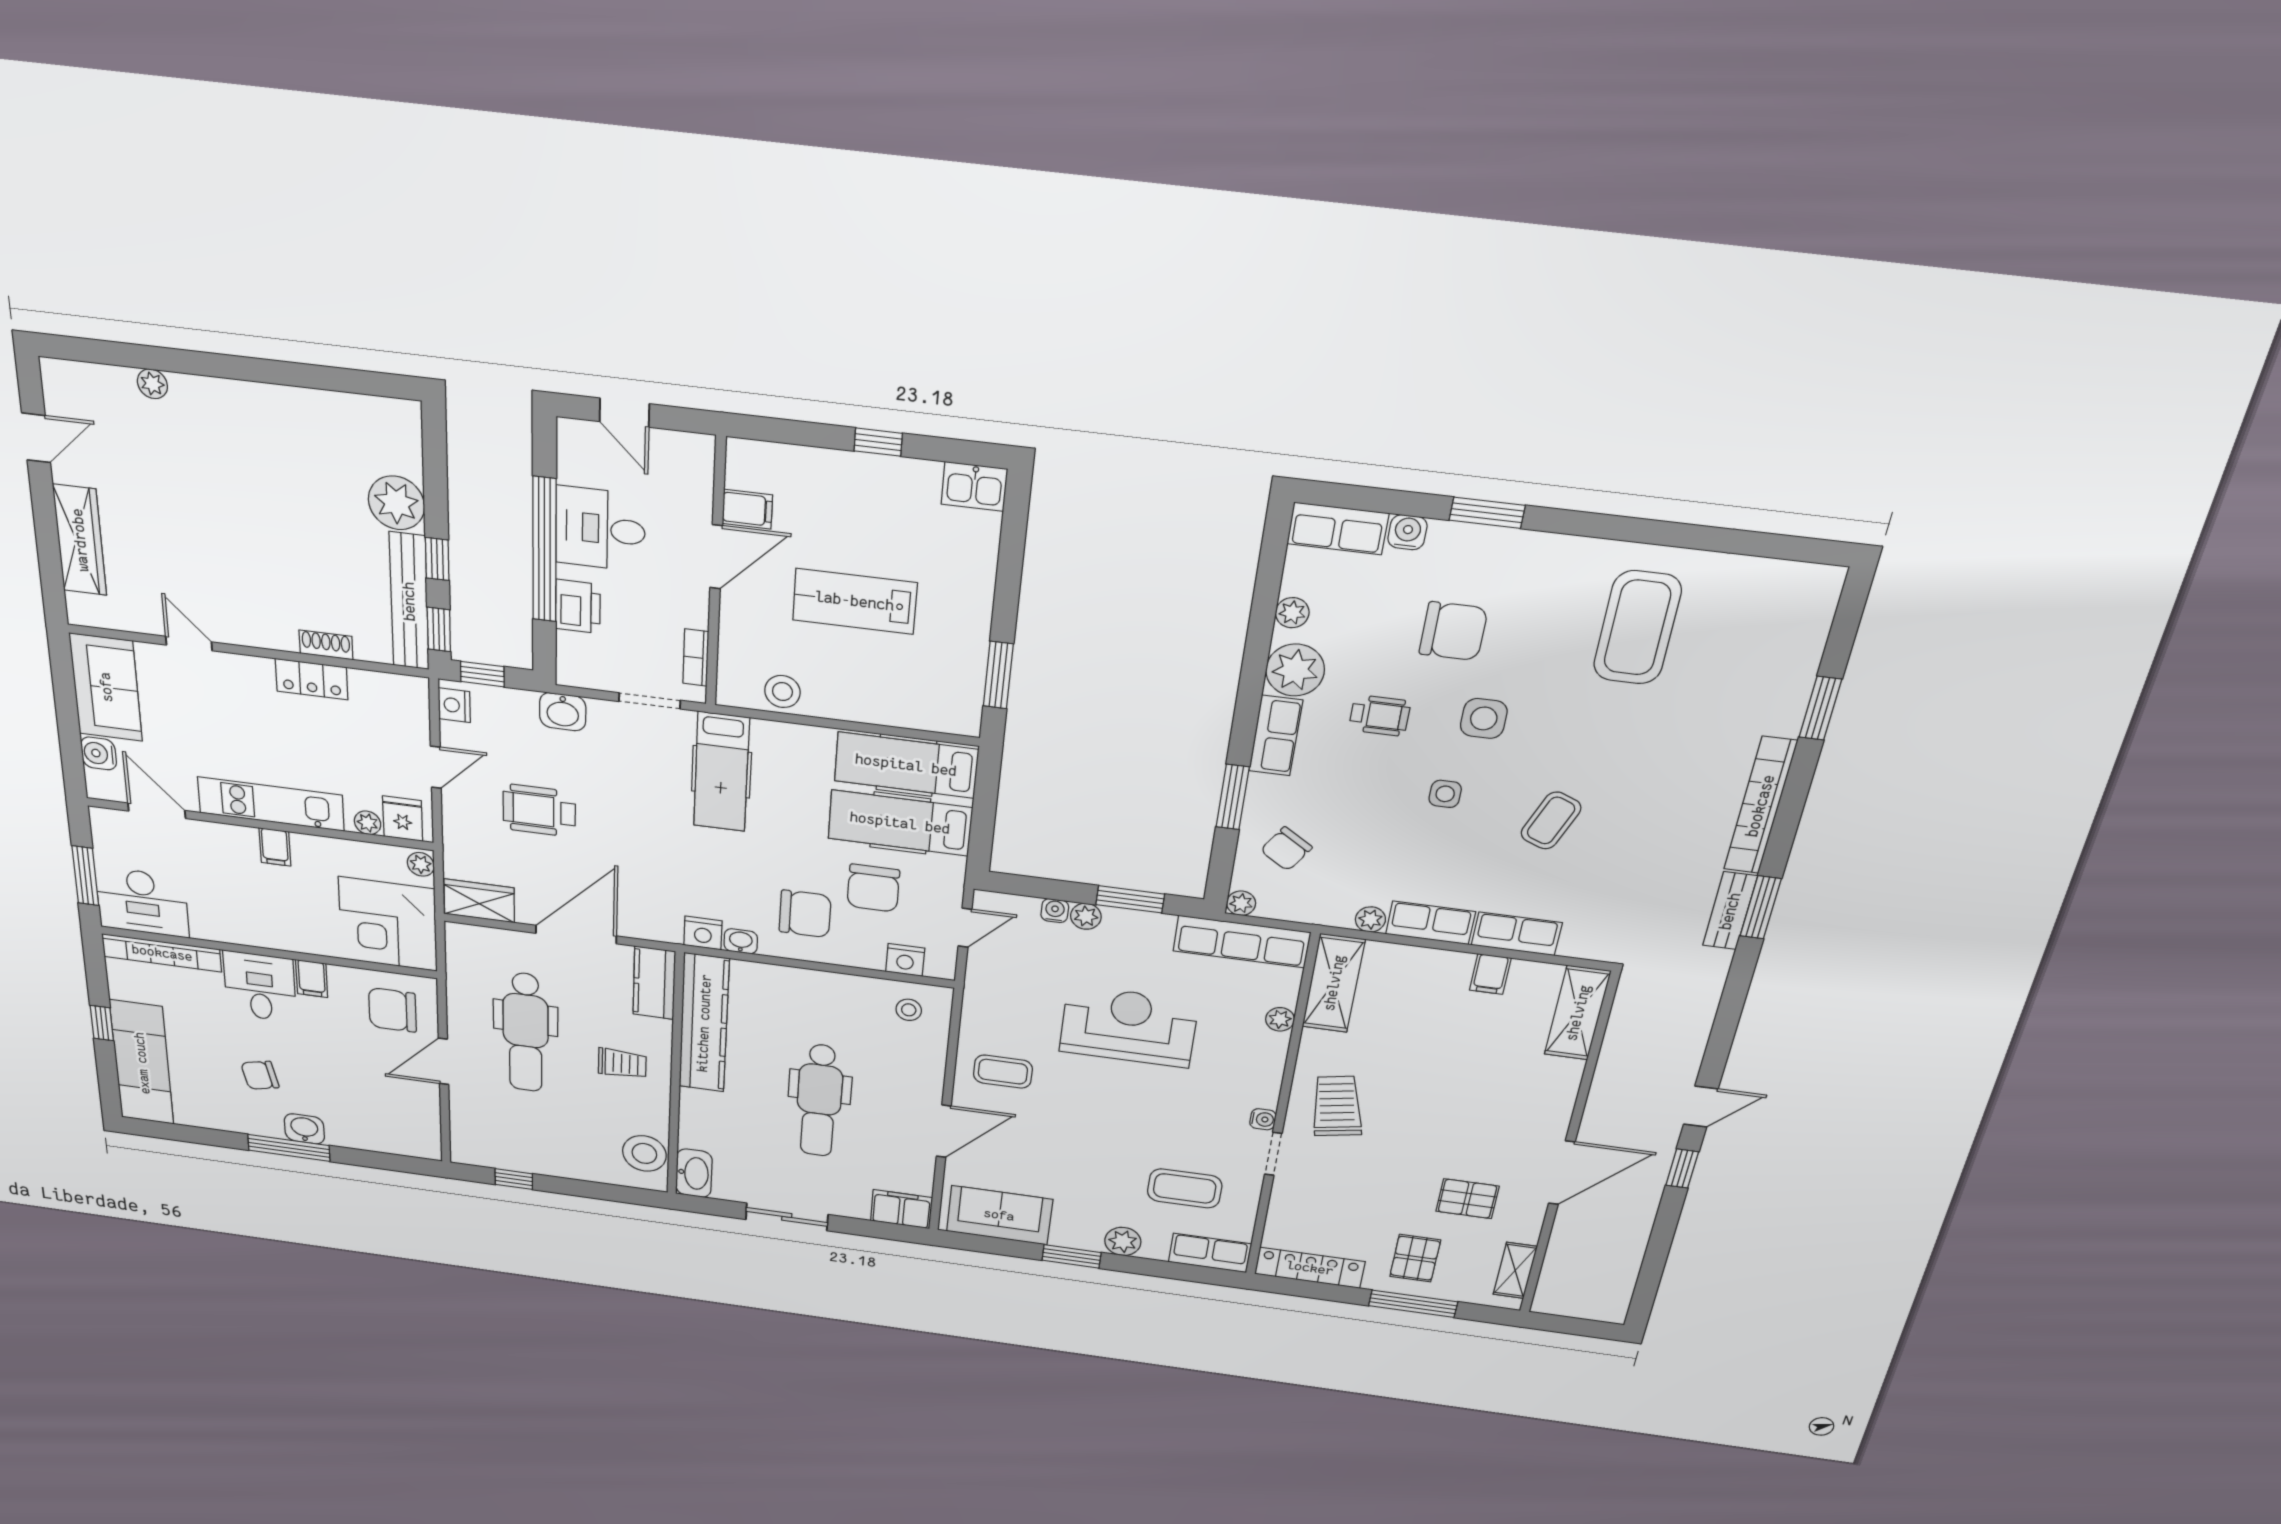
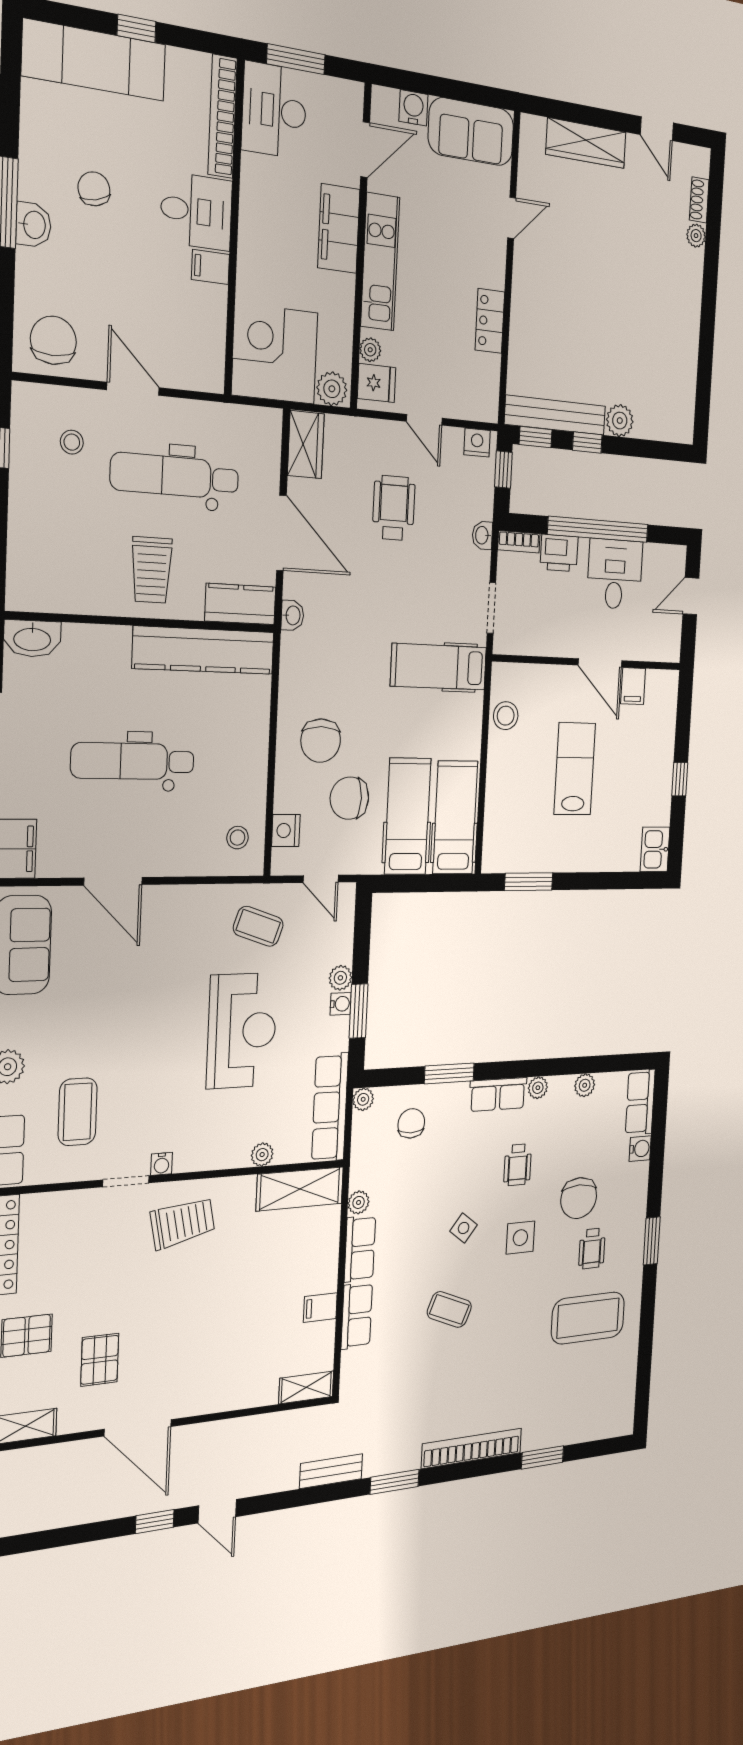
plant: (396, 503) -> (620, 421), width x0.73, depth x0.73
window: (1487, 513) -> (652, 1241), moved
wheelchair: (1534, 616) -> (592, 1248), added
shoe rack: (326, 645) -> (699, 200), moved, turned 180
bookcase: (696, 658) -> (519, 542), moved, turned 180
plant: (1295, 670) -> (538, 1088), width x0.53, depth x0.53
washbasin: (563, 712) -> (482, 535), width x0.72, depth x0.69
side table: (1445, 794) -> (464, 1228), turned 38
filing cabinet: (275, 847) -> (339, 229), width x3.00, depth x1.17
chair: (1286, 849) -> (411, 1123), turned 57
plant: (421, 864) -> (332, 389), width x1.38, depth x1.38
water cooler: (1055, 911) -> (341, 1004), moved
bench: (1730, 911) -> (331, 1471), moved
nightstand: (703, 933) -> (294, 650), removed
washbasin: (741, 941) -> (292, 615), moved
chair: (392, 1010) -> (53, 340), moved
shelving: (1578, 1013) -> (306, 1387), width x0.67, depth x0.75
trolley: (622, 1063) -> (151, 570), width x1.36, depth x1.39
coffee table: (1003, 1072) -> (258, 926), moved, turned -71
stool: (644, 1153) -> (72, 442), moved, width x0.53, depth x0.53

